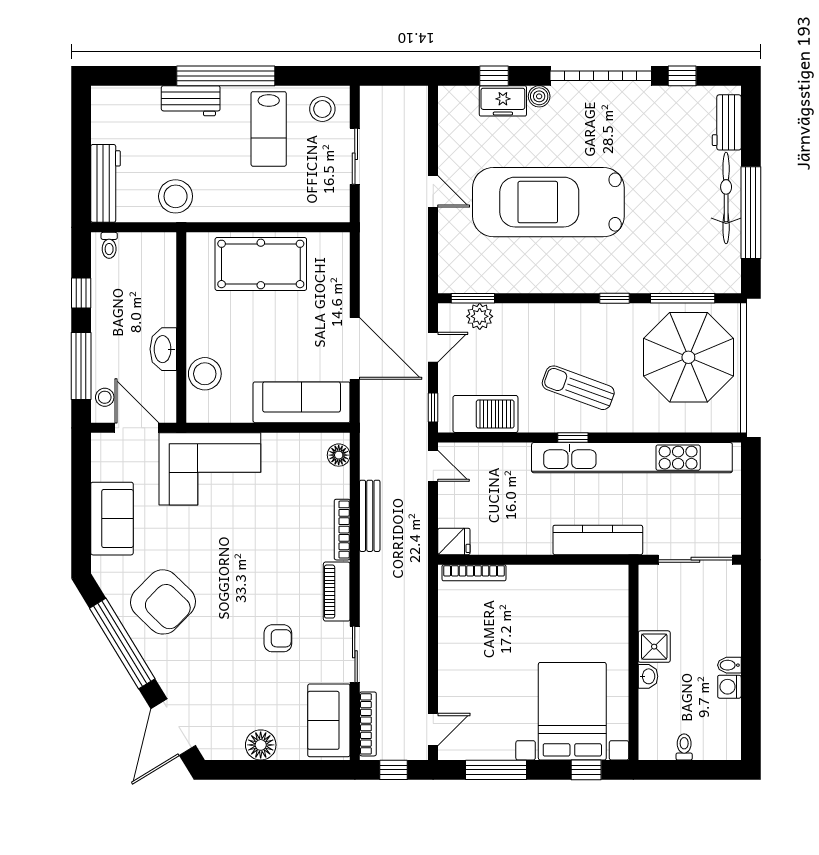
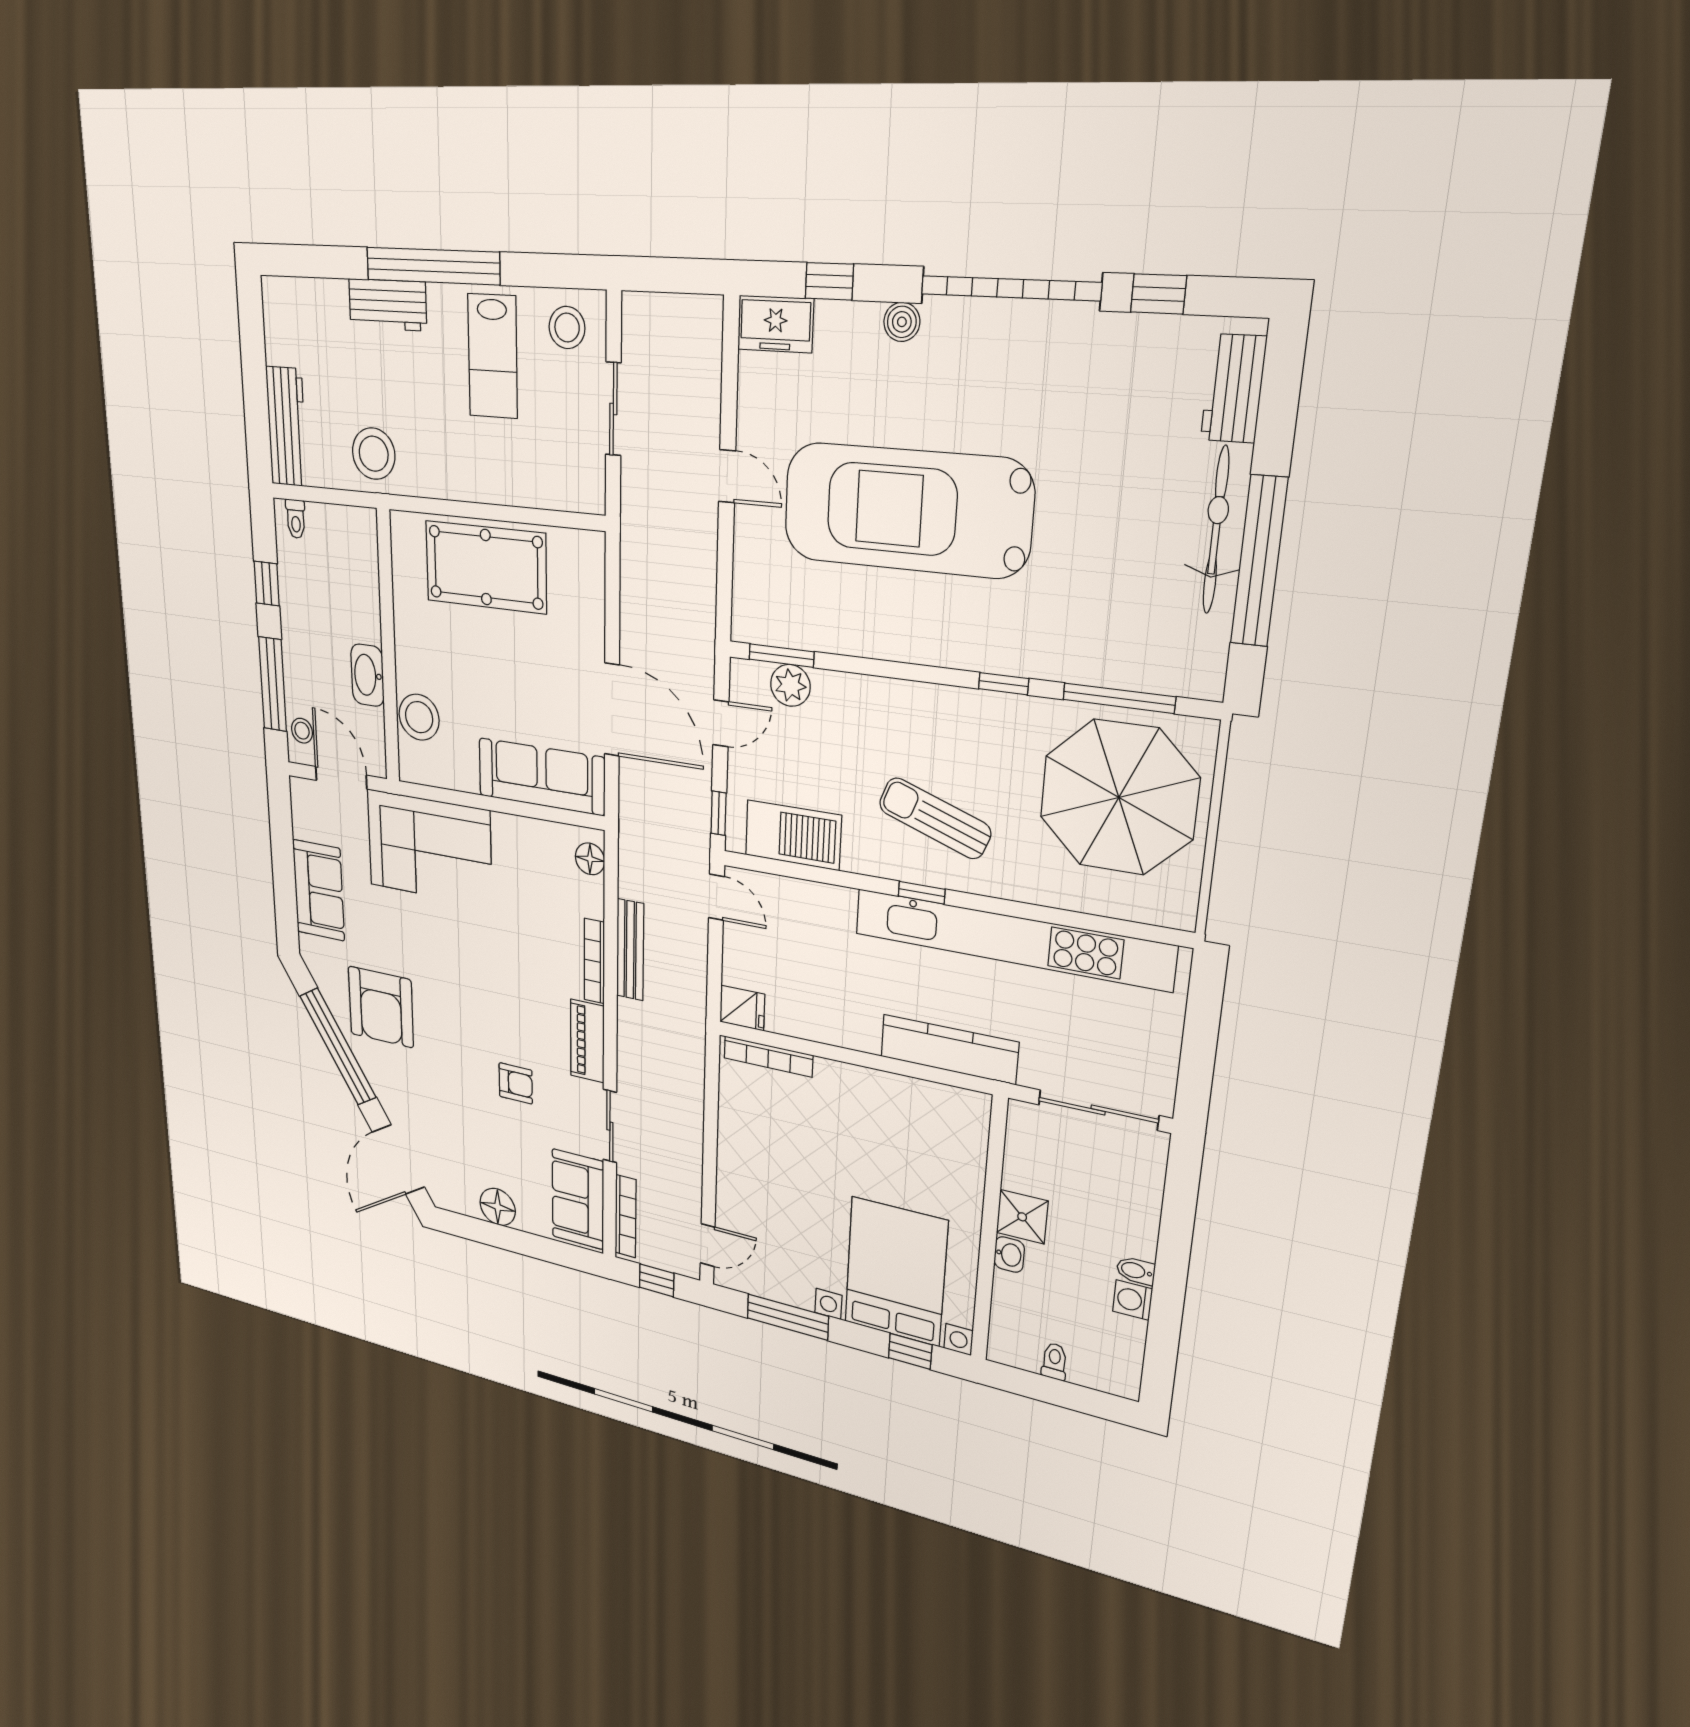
freezer: (503, 101) -> (775, 324), moved
armchair: (163, 602) -> (381, 1007), turned 46

